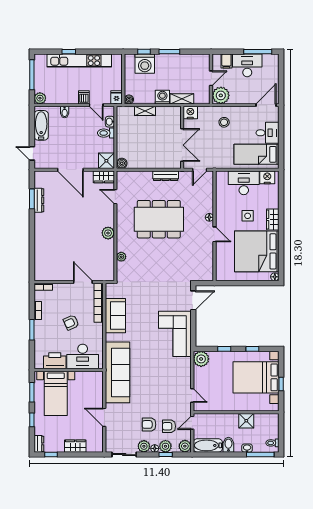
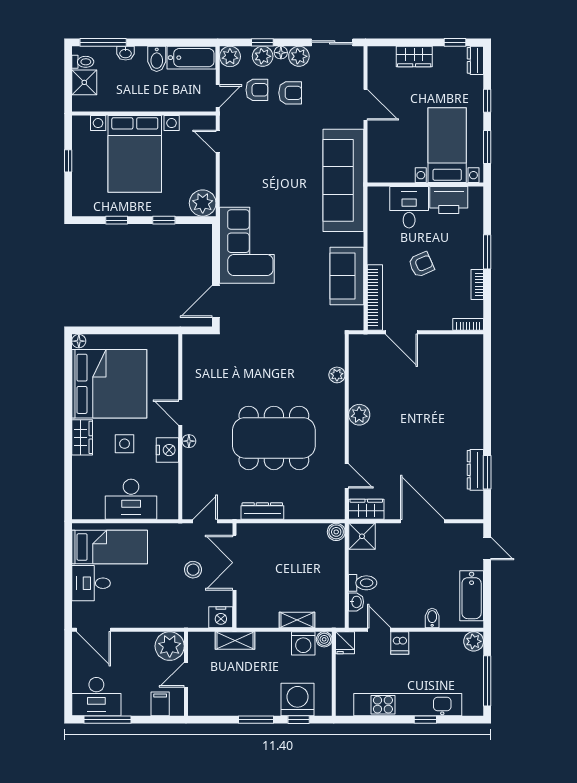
desk: (247, 65) -> (96, 697), moved
washing machine: (162, 97) -> (303, 643), moved
door: (266, 105) -> (94, 630), hinge flipped
stool: (224, 122) -> (193, 570), moved
nightstand: (267, 177) -> (167, 450), moved, turned -90
desk: (83, 356) -> (409, 207), width x0.73
bed with nightstands: (256, 377) -> (135, 154), moved, turned 90
shower: (246, 421) -> (84, 82), moved

